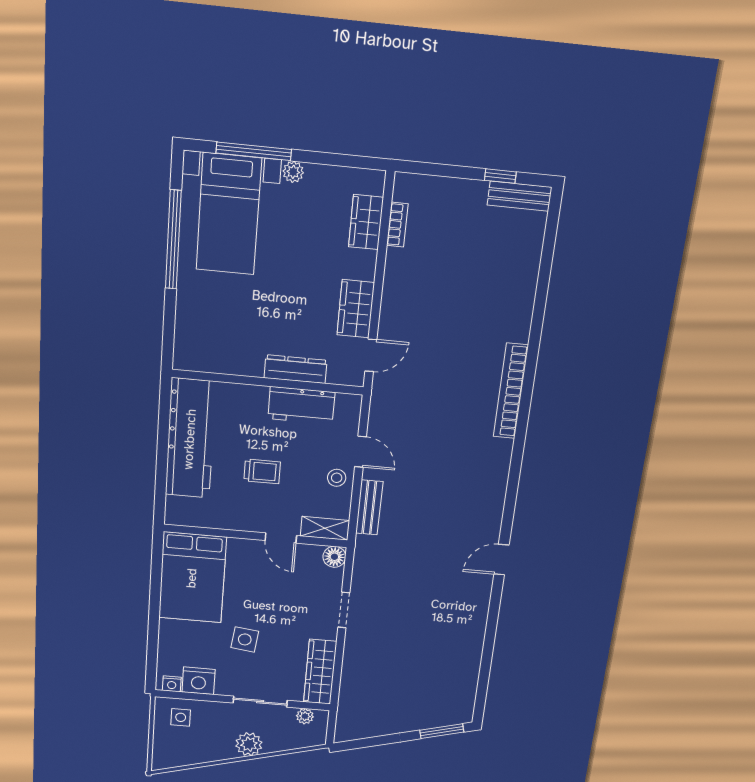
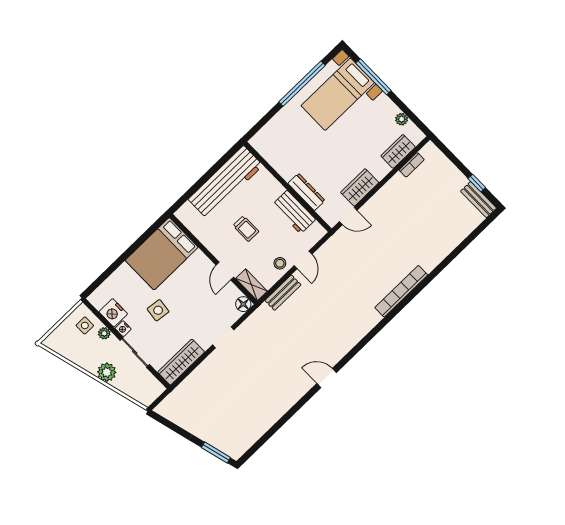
plant: (293, 172) -> (402, 119), moved
nightstand: (172, 684) -> (123, 329), moved
plant: (305, 716) -> (104, 333), moved

